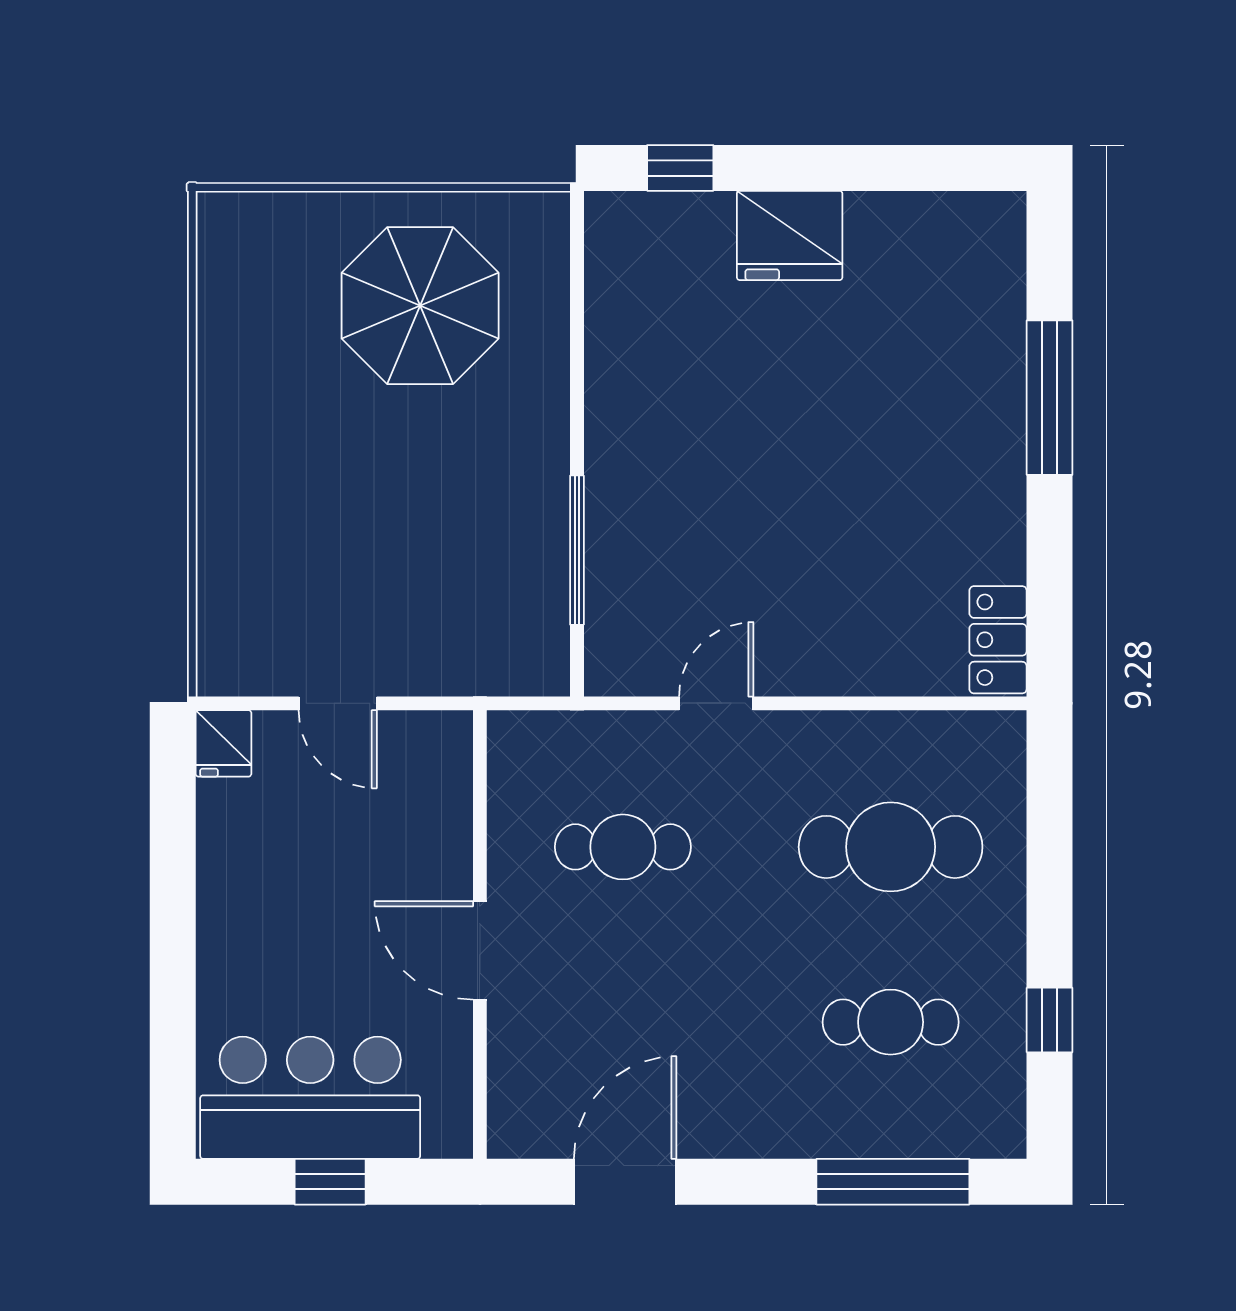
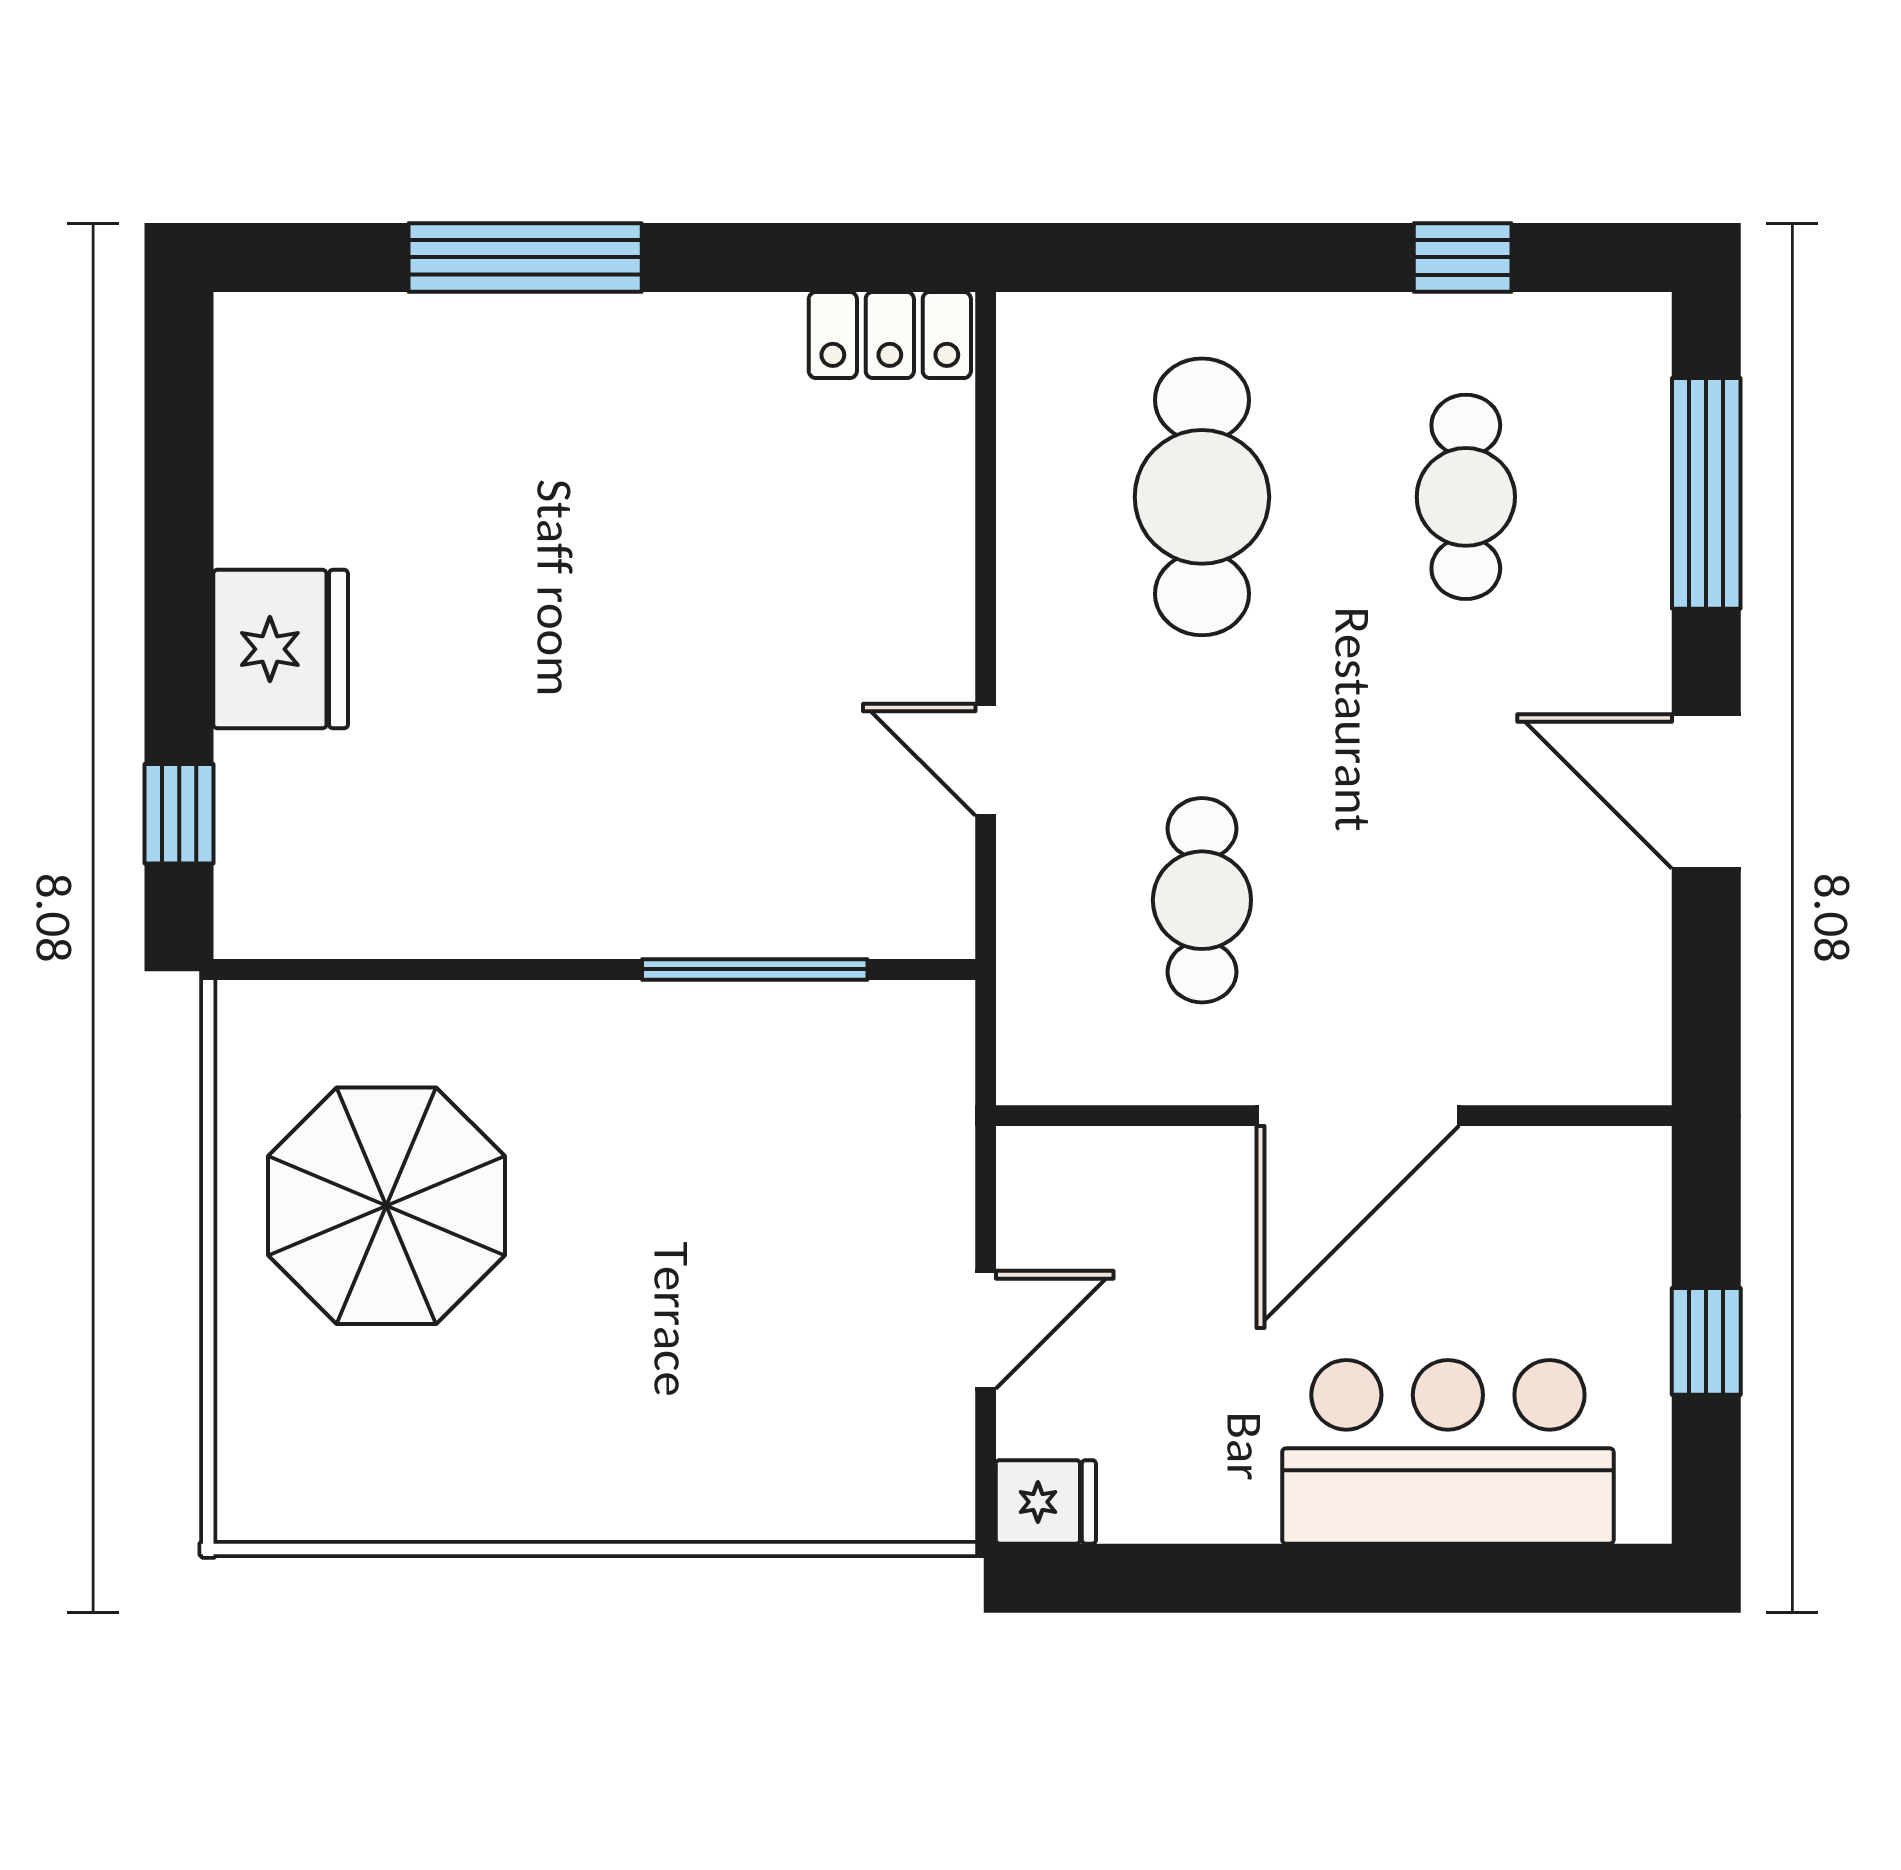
door: (480, 950) -> (1358, 1116), width x1.36
bar counter: (310, 1098) -> (1448, 1452), moved, turned 90
door: (625, 1182) -> (1706, 791), moved

